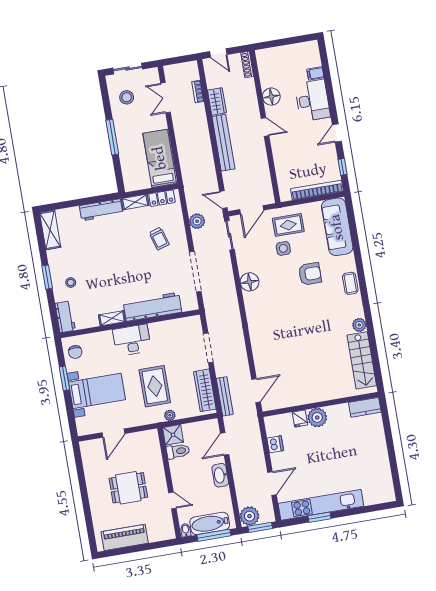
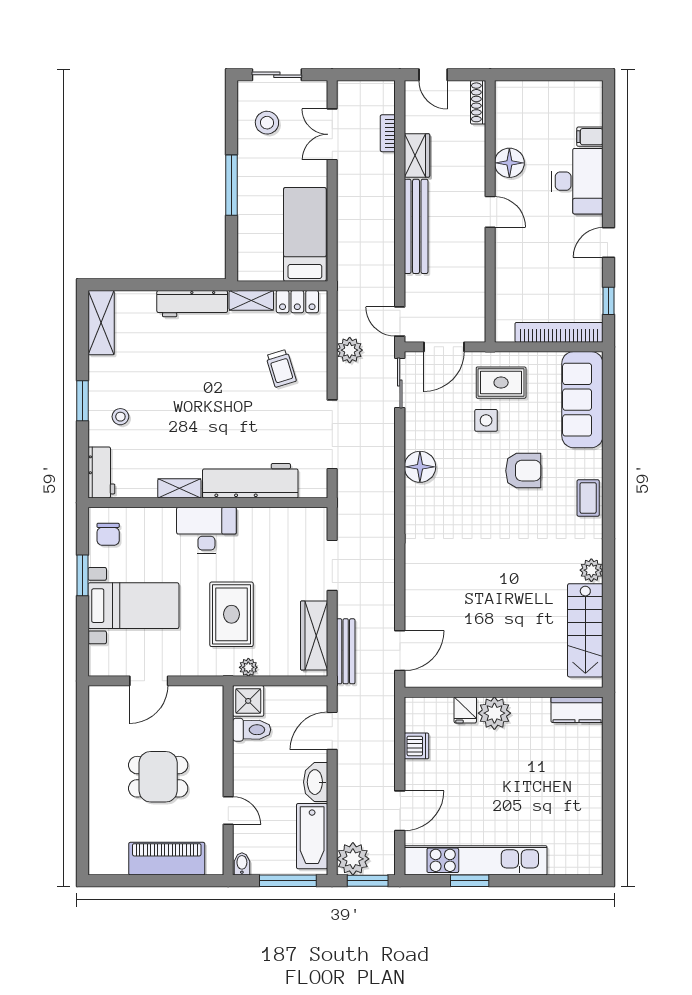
bathtub: (210, 523) -> (312, 836), moved, turned -90
piano: (125, 537) -> (167, 859), moved

